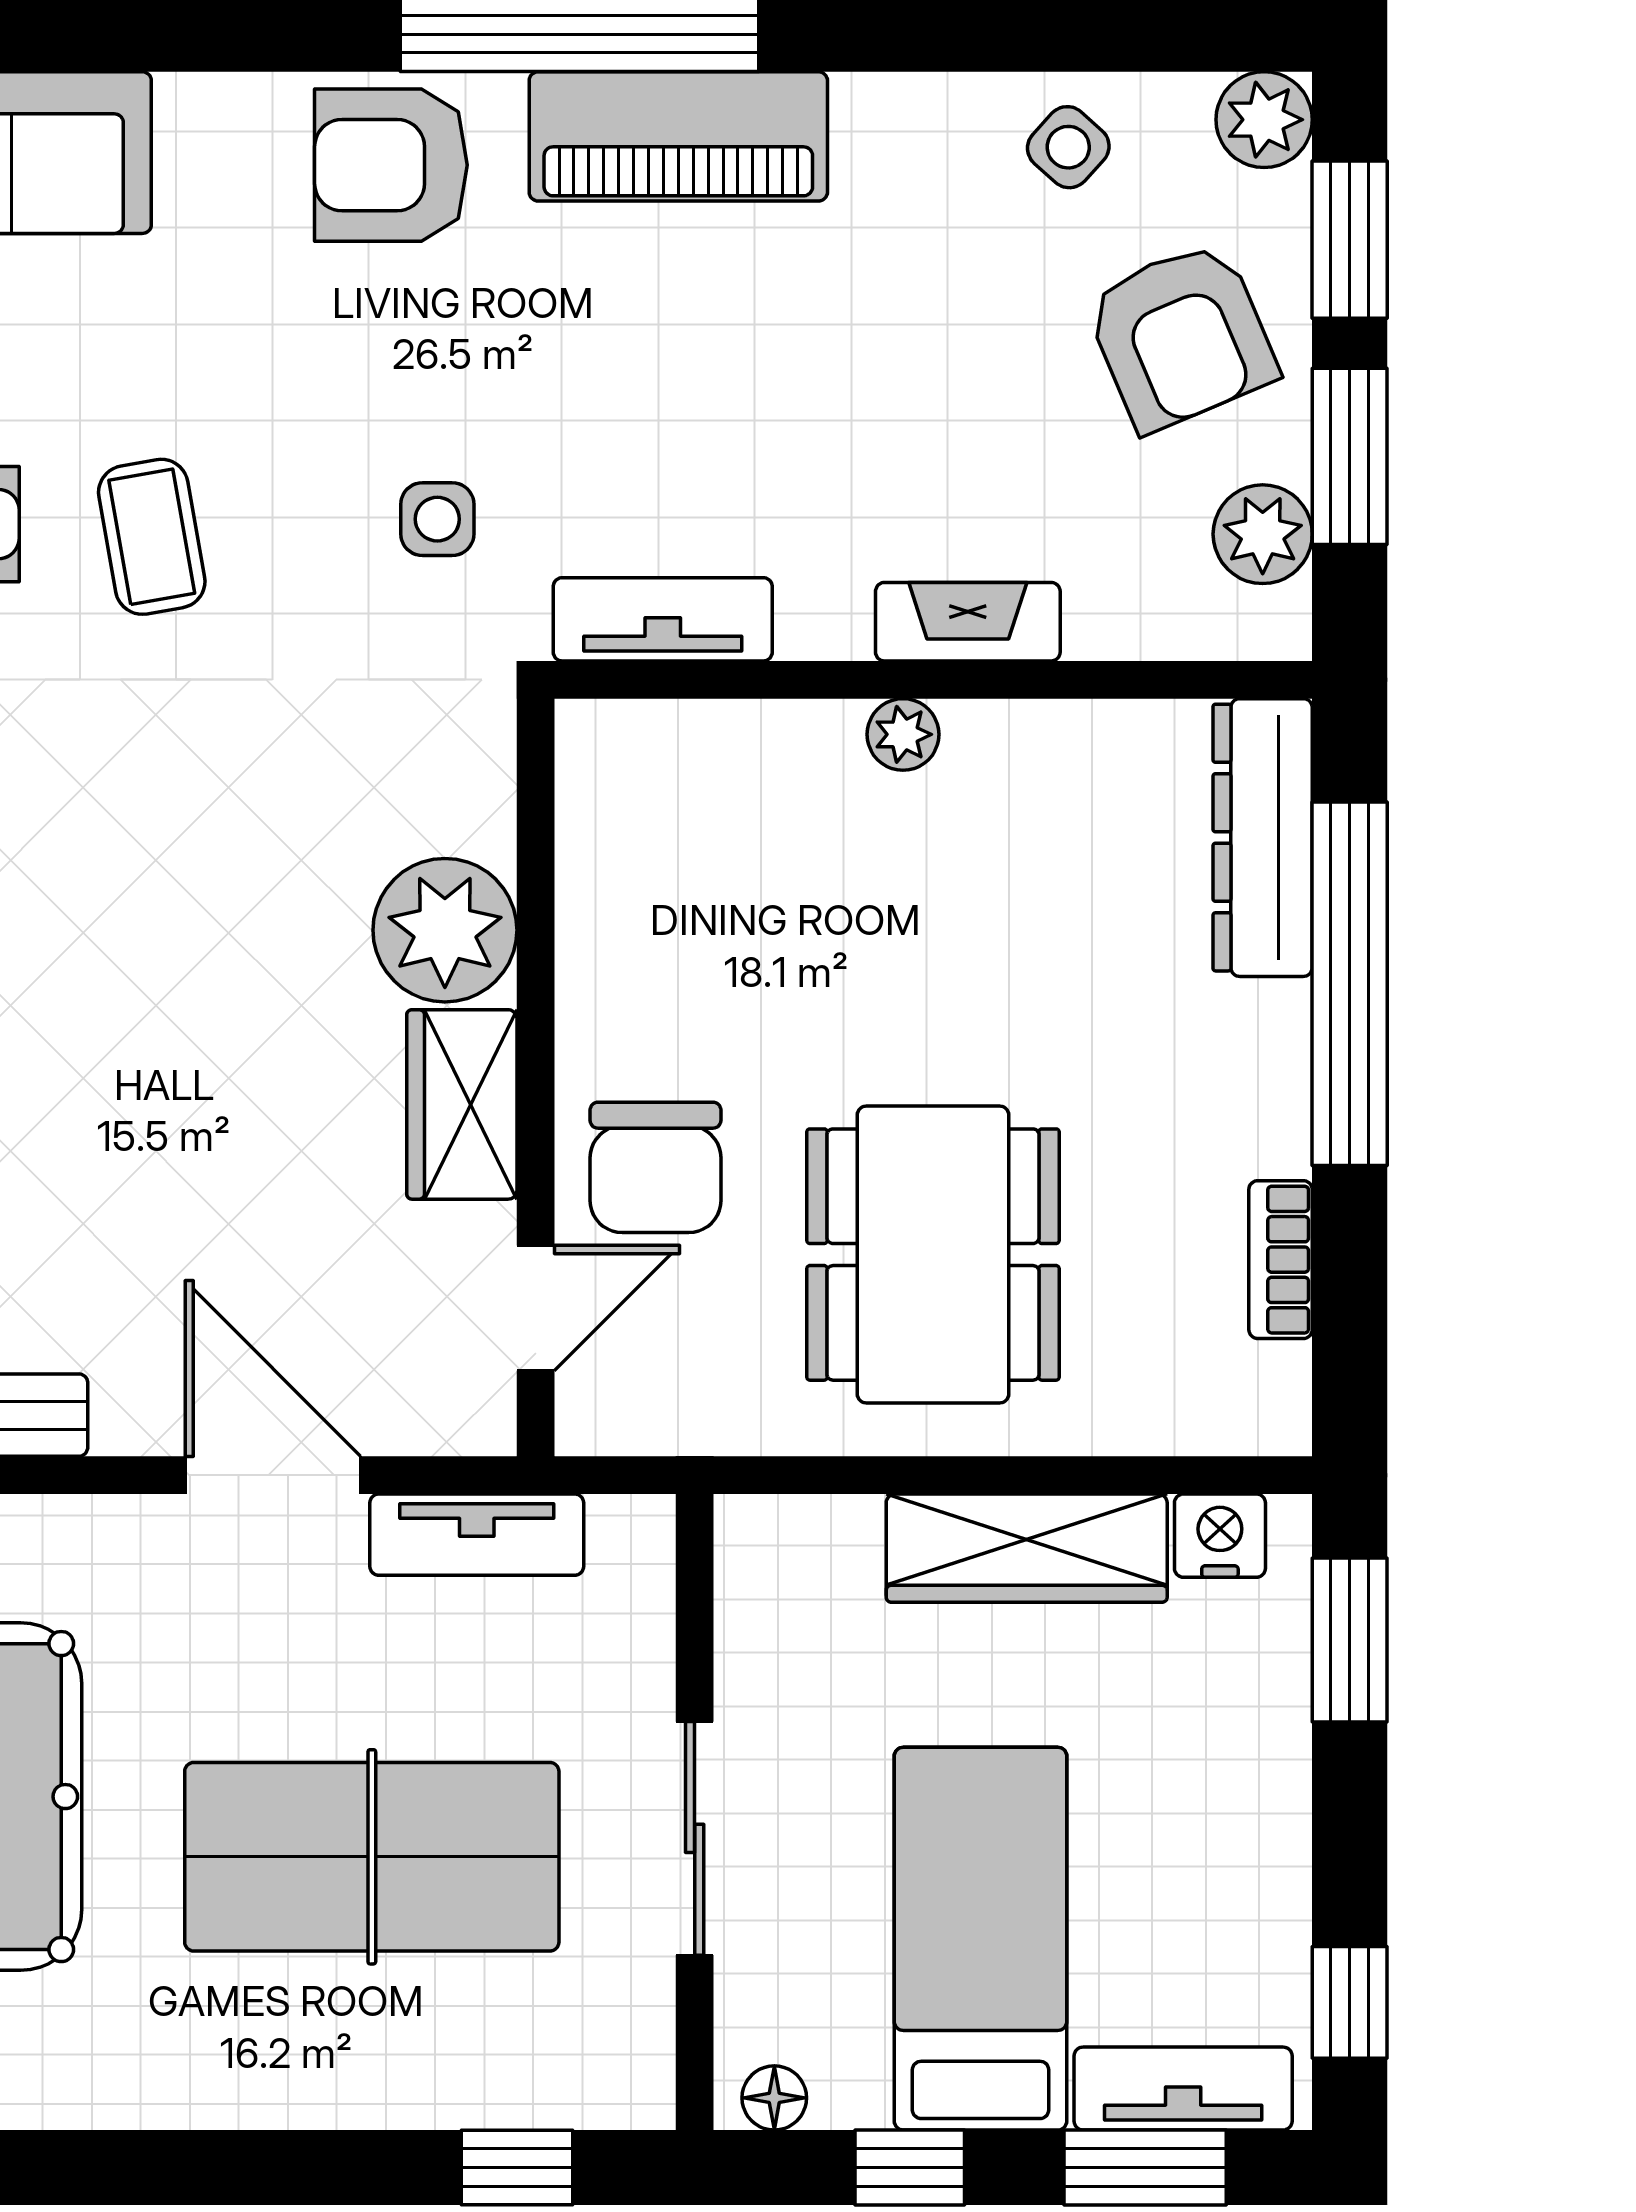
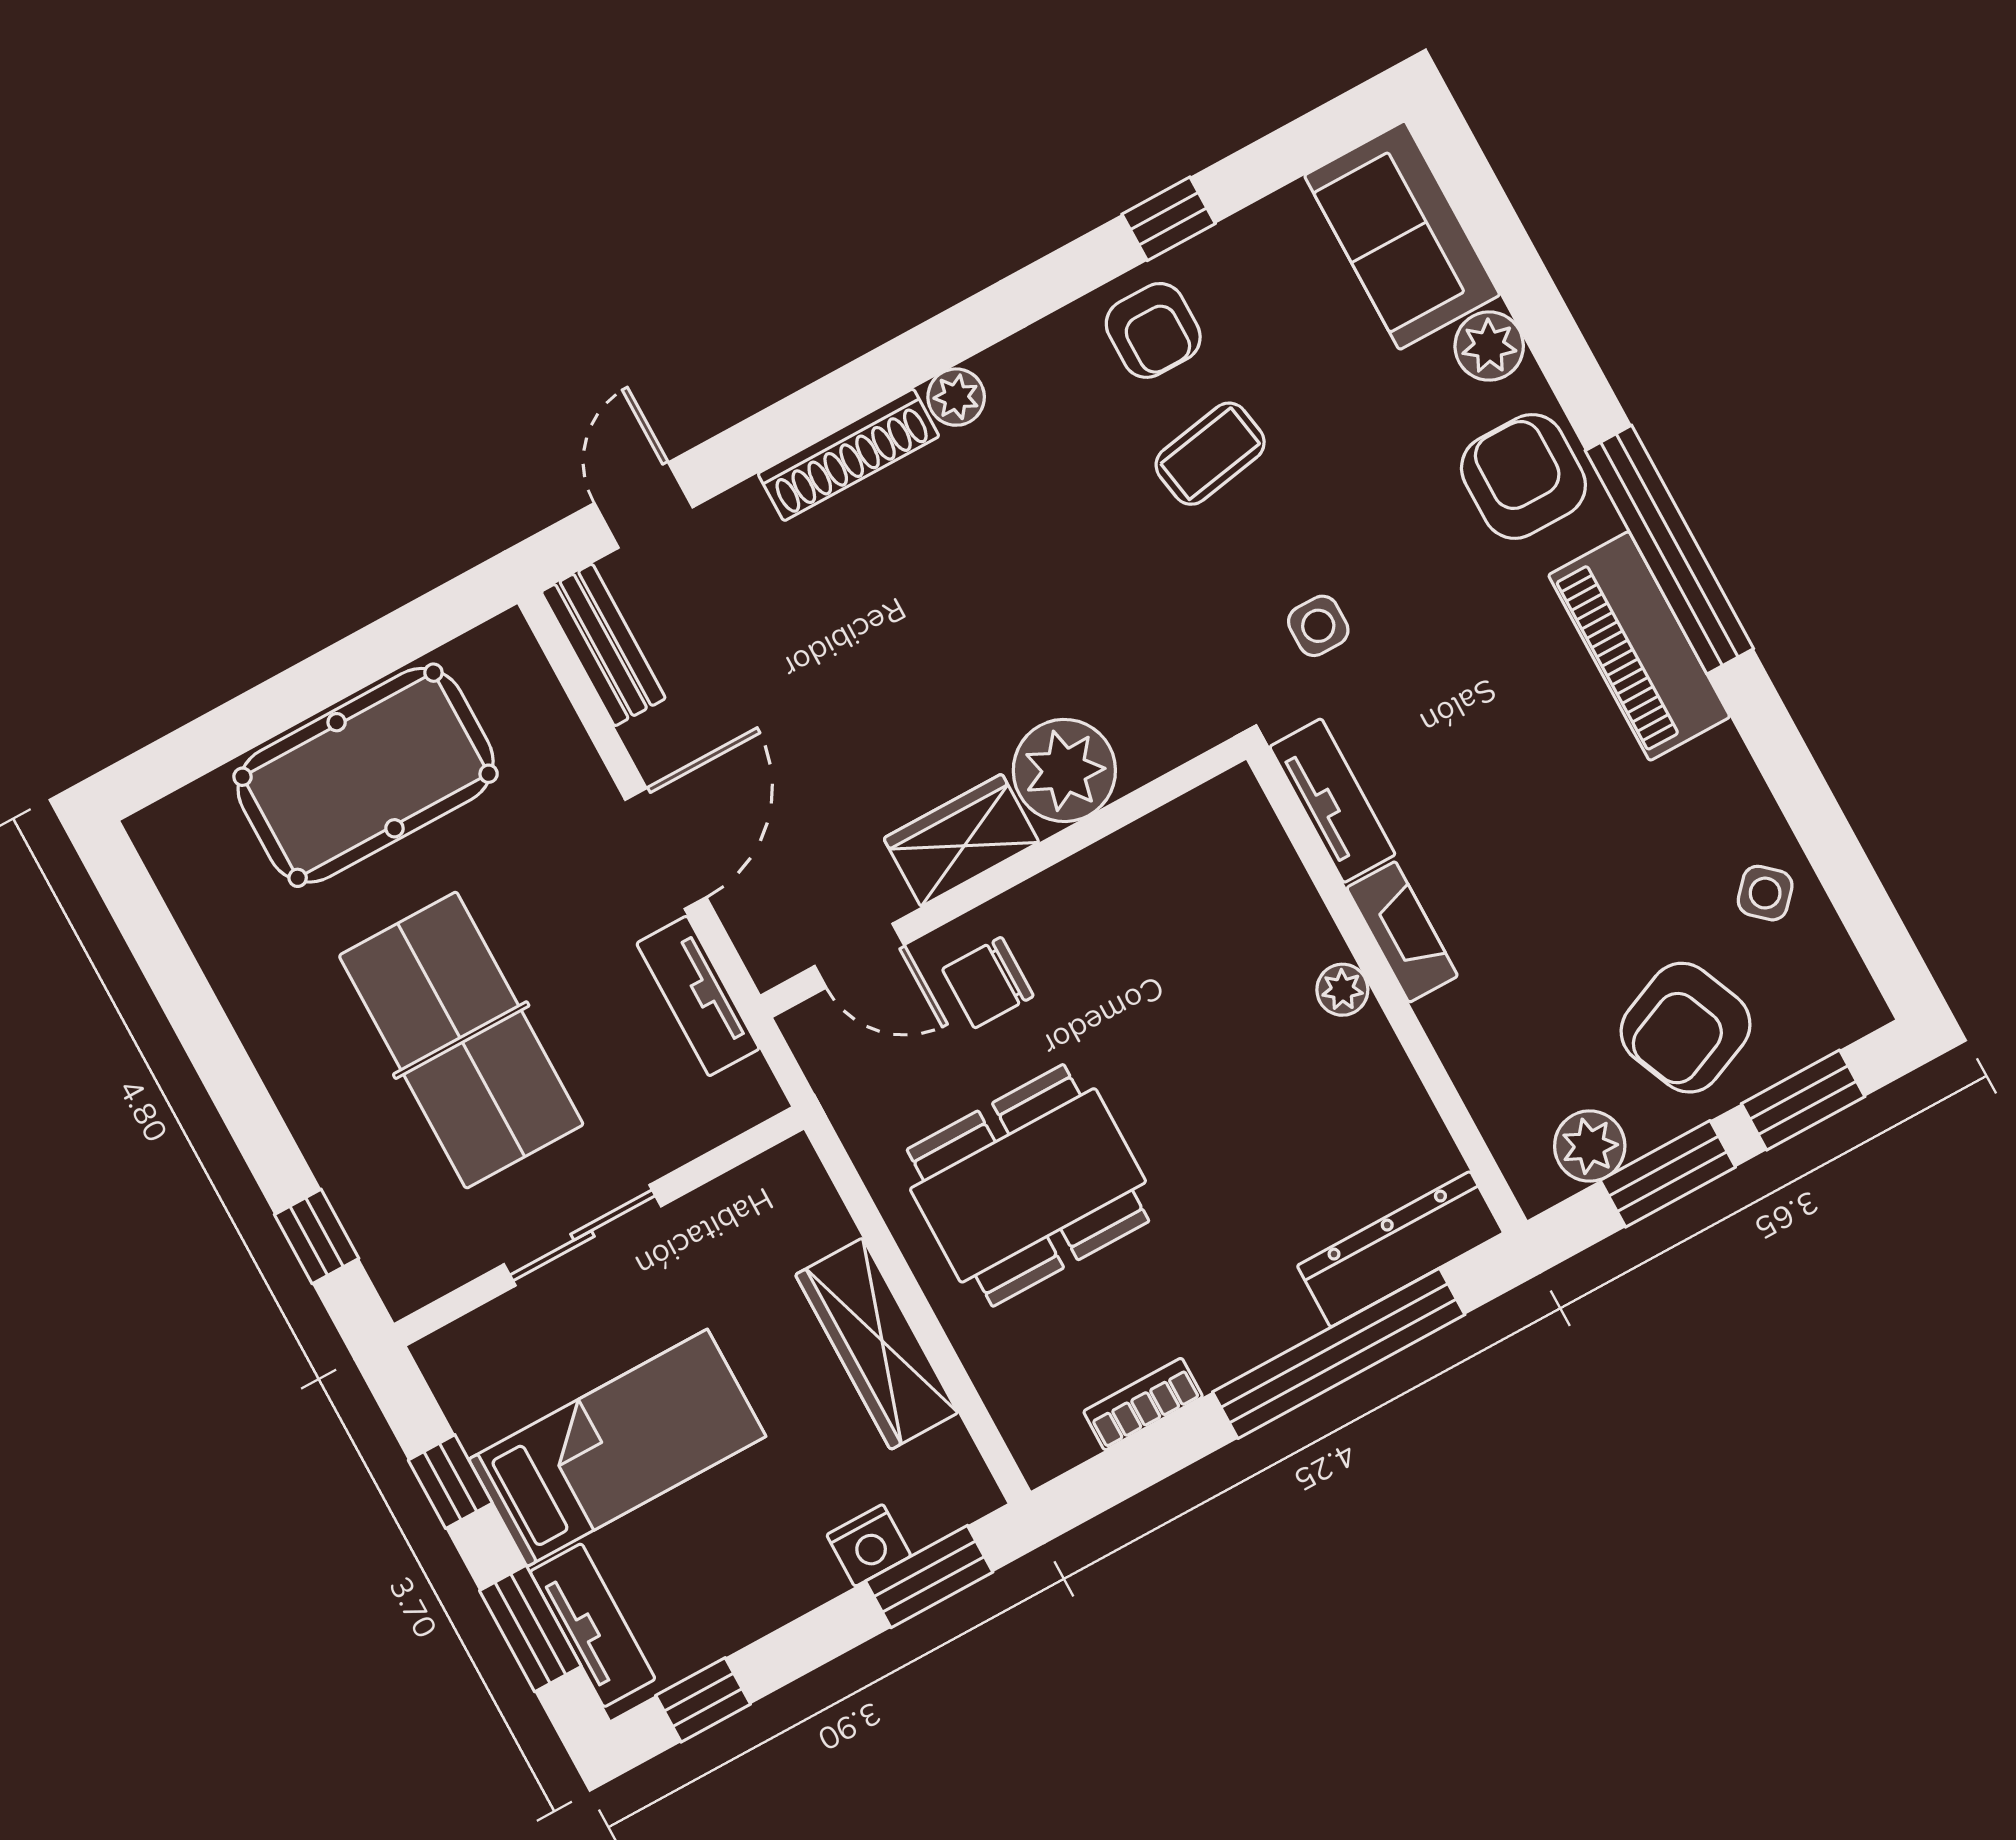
plant: (1264, 120) -> (1489, 346), moved
fireplace: (968, 622) -> (1402, 932), moved
chair: (656, 1167) -> (988, 983), width x0.73, depth x0.73
nightstand: (1220, 1536) -> (869, 1545), moved, turned 90
floor lamp: (774, 2098) -> (448, 1373), removed

